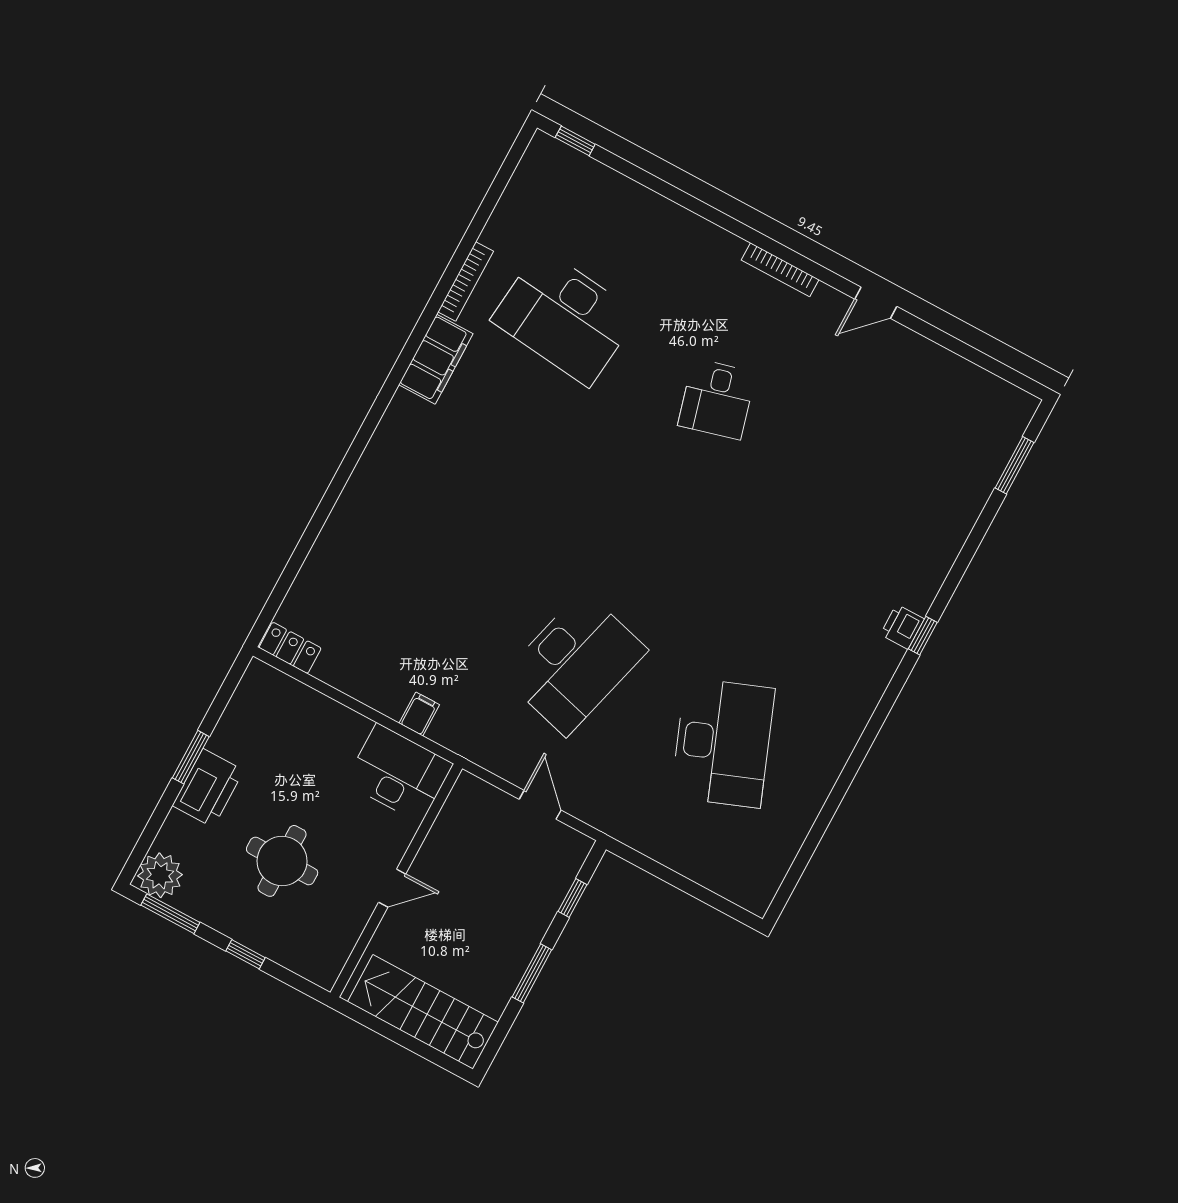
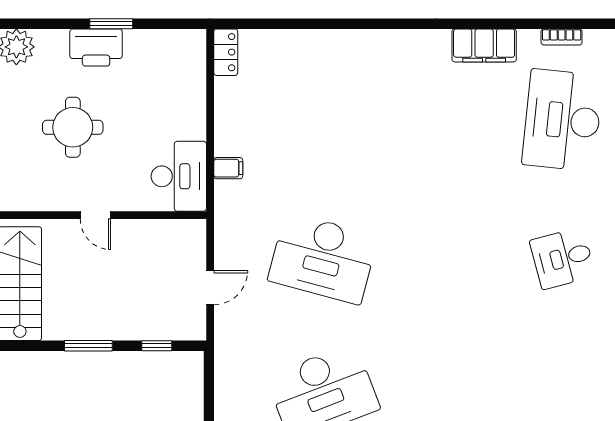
bookcase: (466, 281) -> (562, 37), width x0.64

